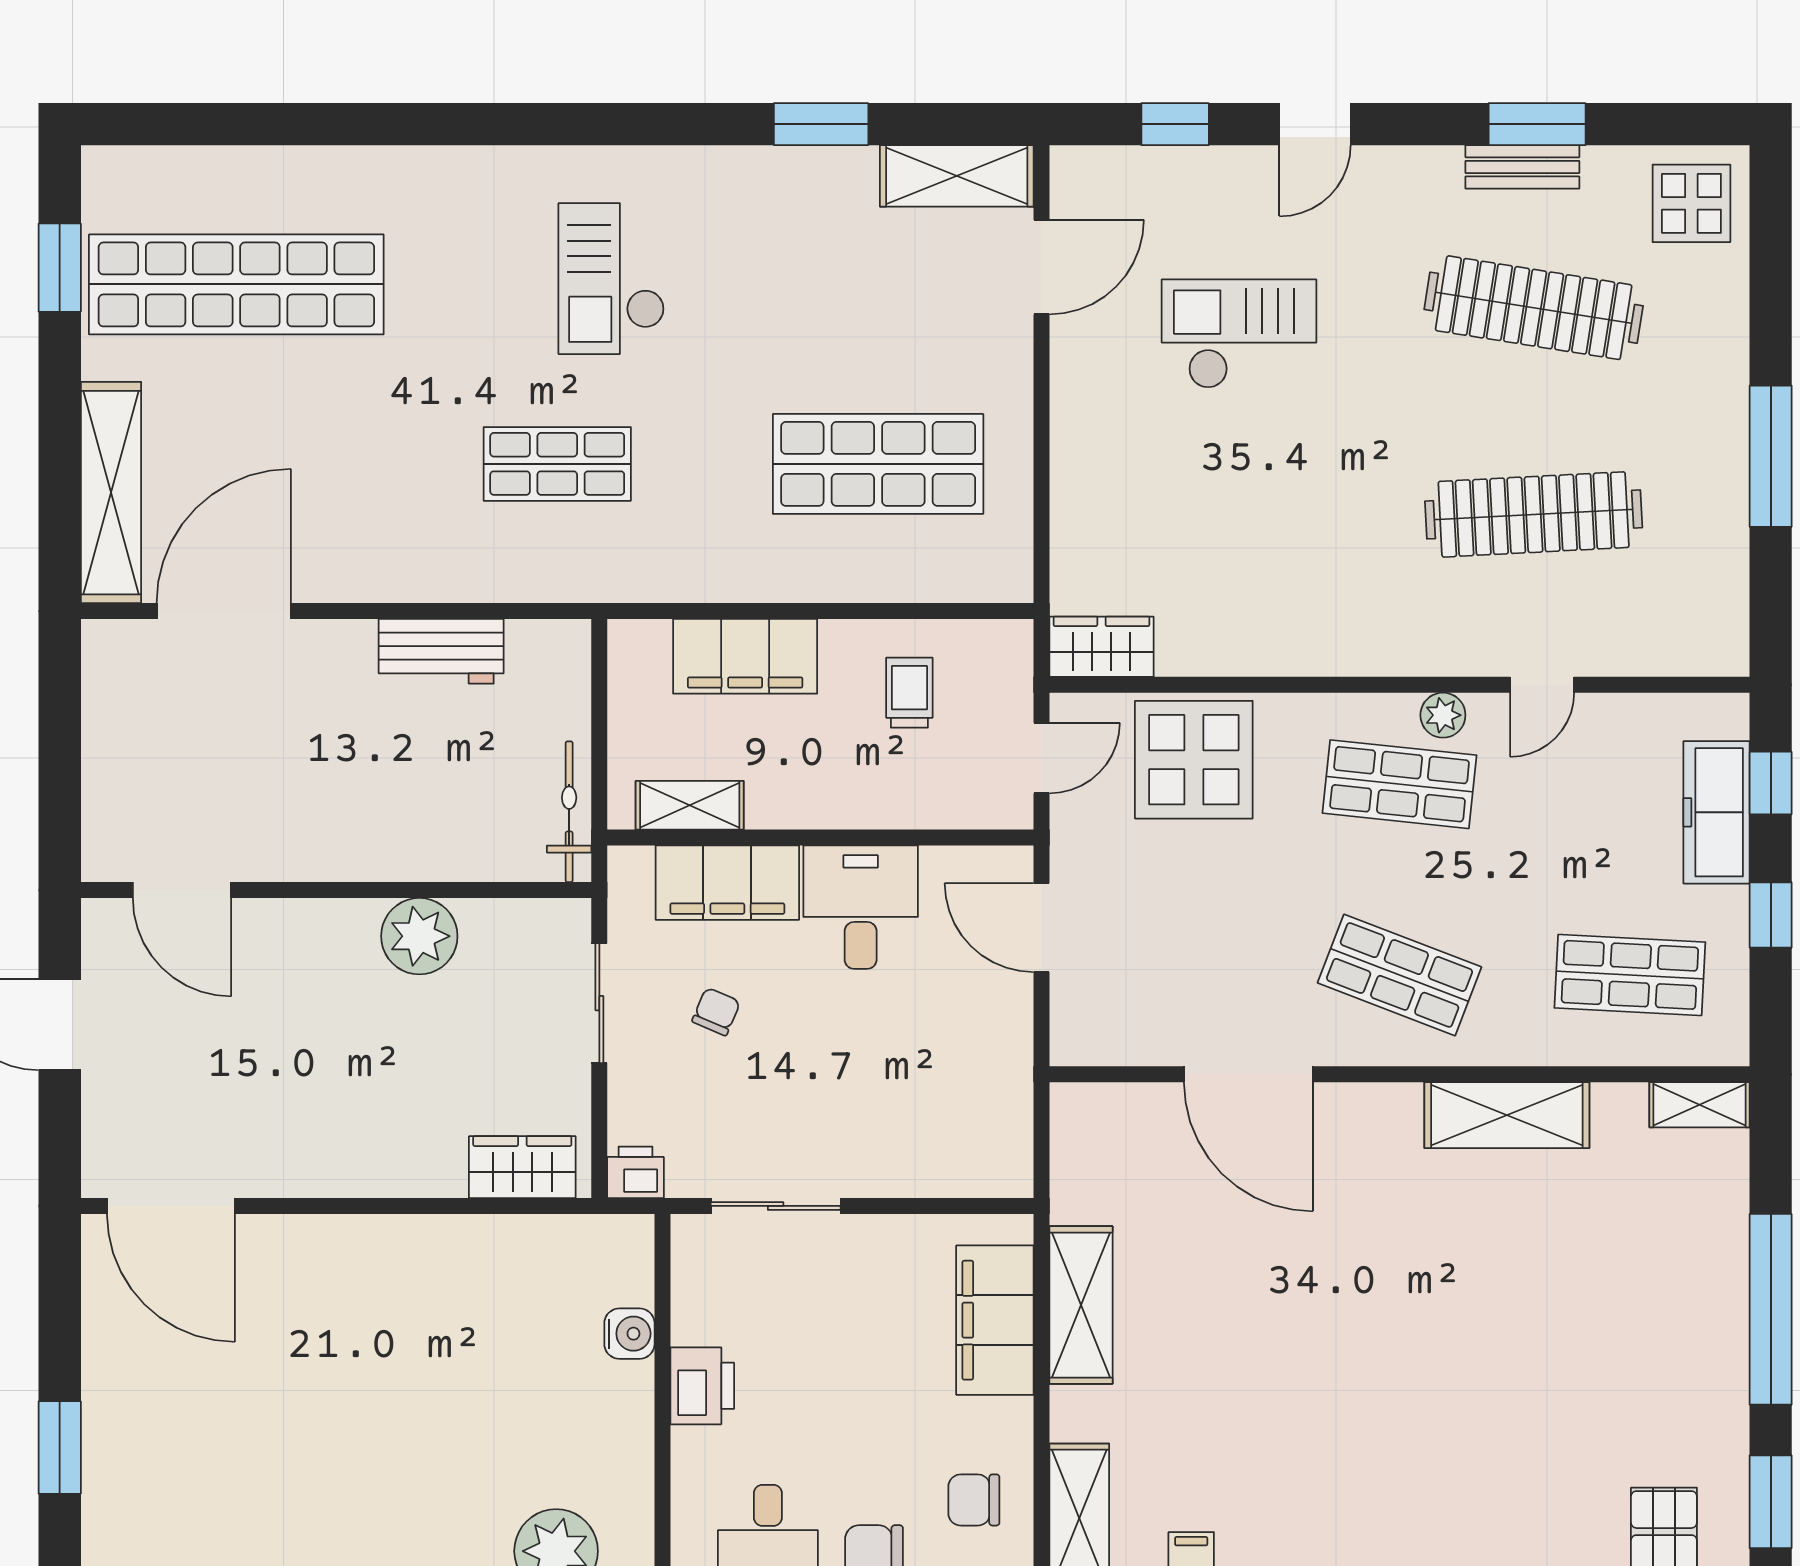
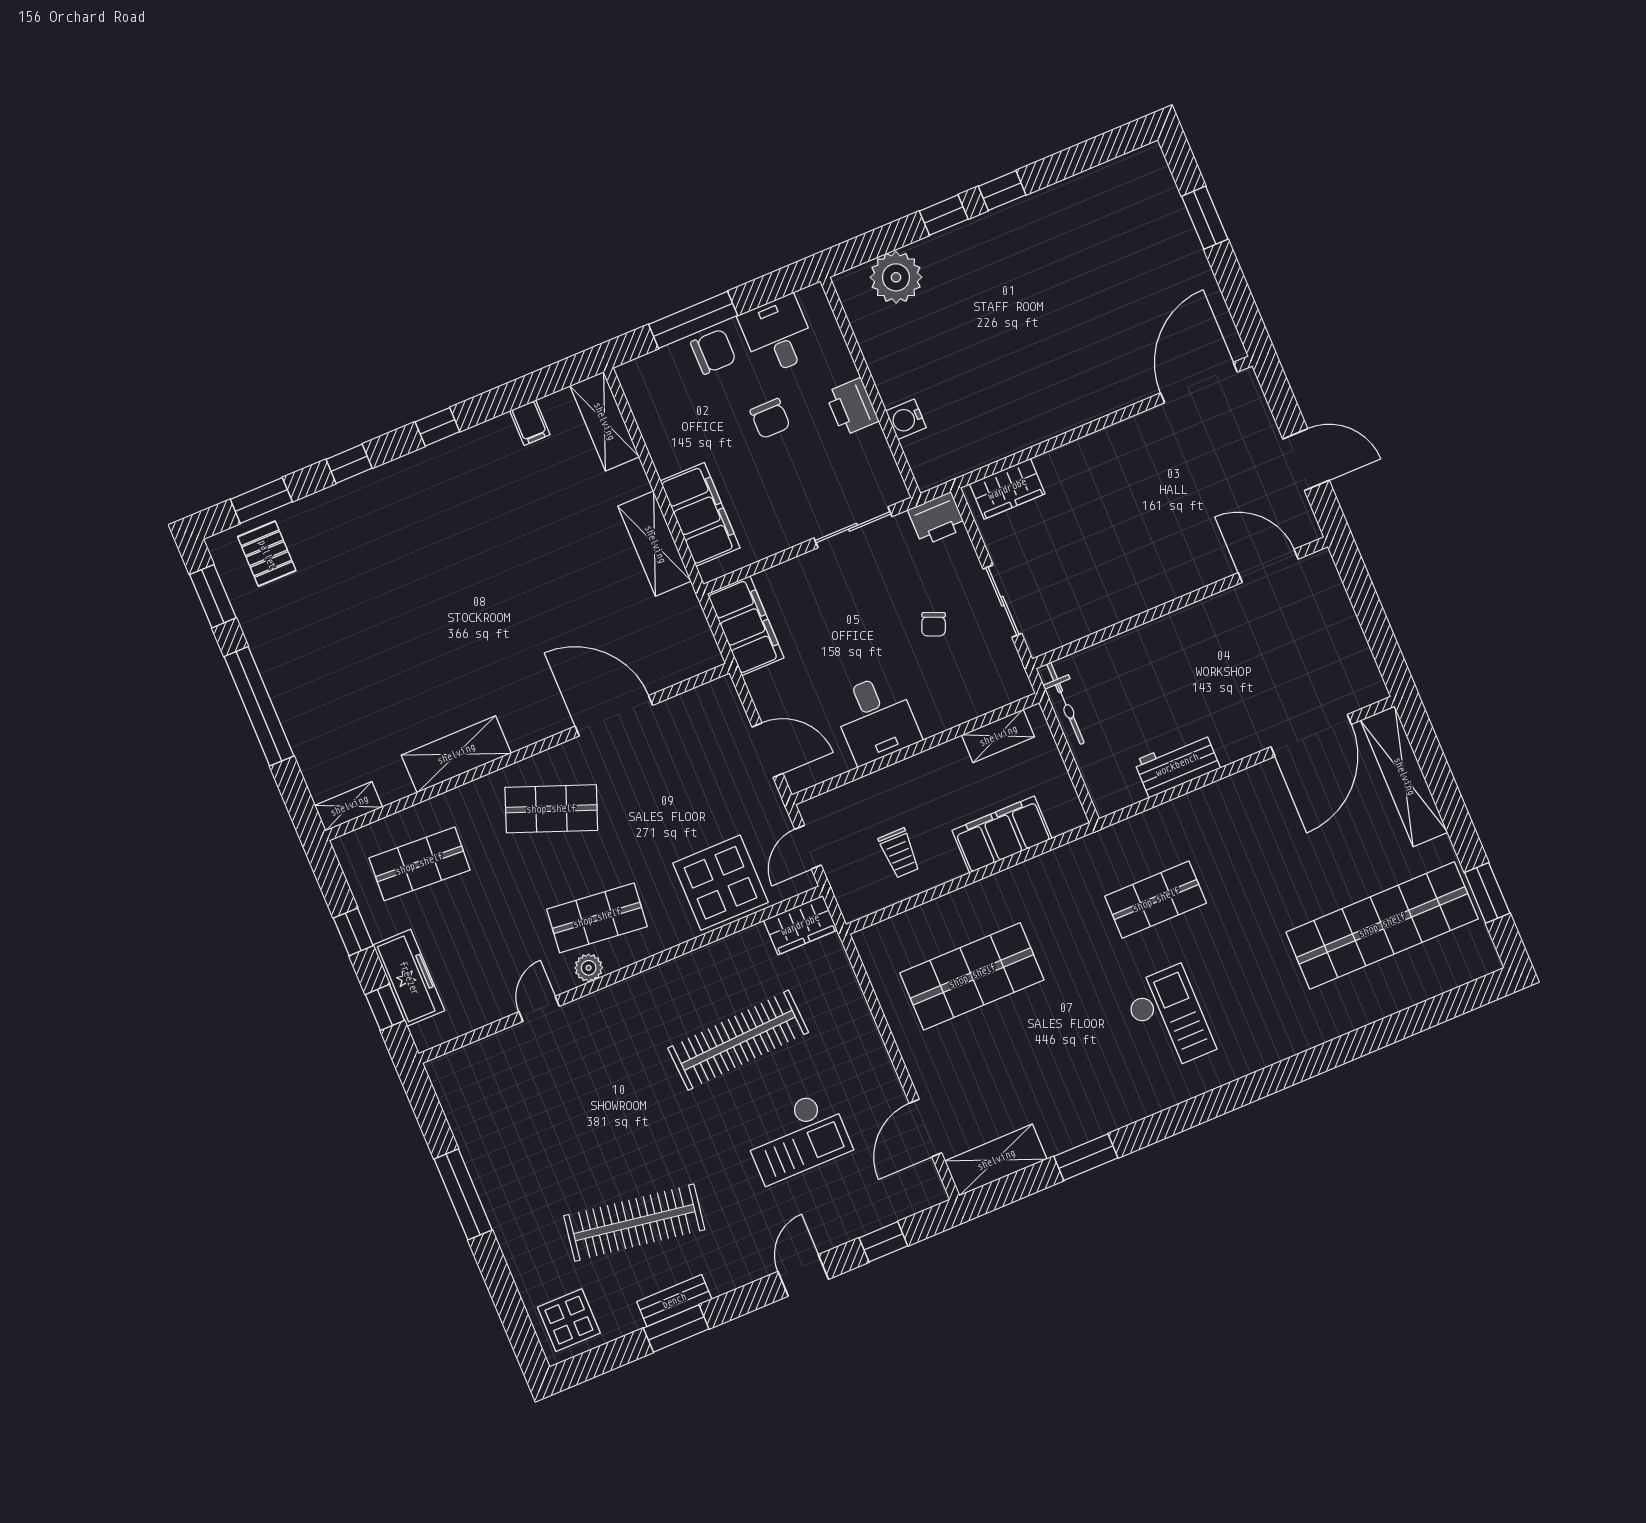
clothes rail: (1534, 514) -> (738, 1040), moved
filing cabinet: (727, 883) -> (746, 626), moved, turned 90
plant: (419, 936) -> (1121, 596), removed
printer: (636, 1172) -> (937, 519), width x1.36, depth x1.24
door: (171, 1206) -> (1199, 383), hinge flipped
chair: (974, 1500) -> (770, 419), moved, turned 90

